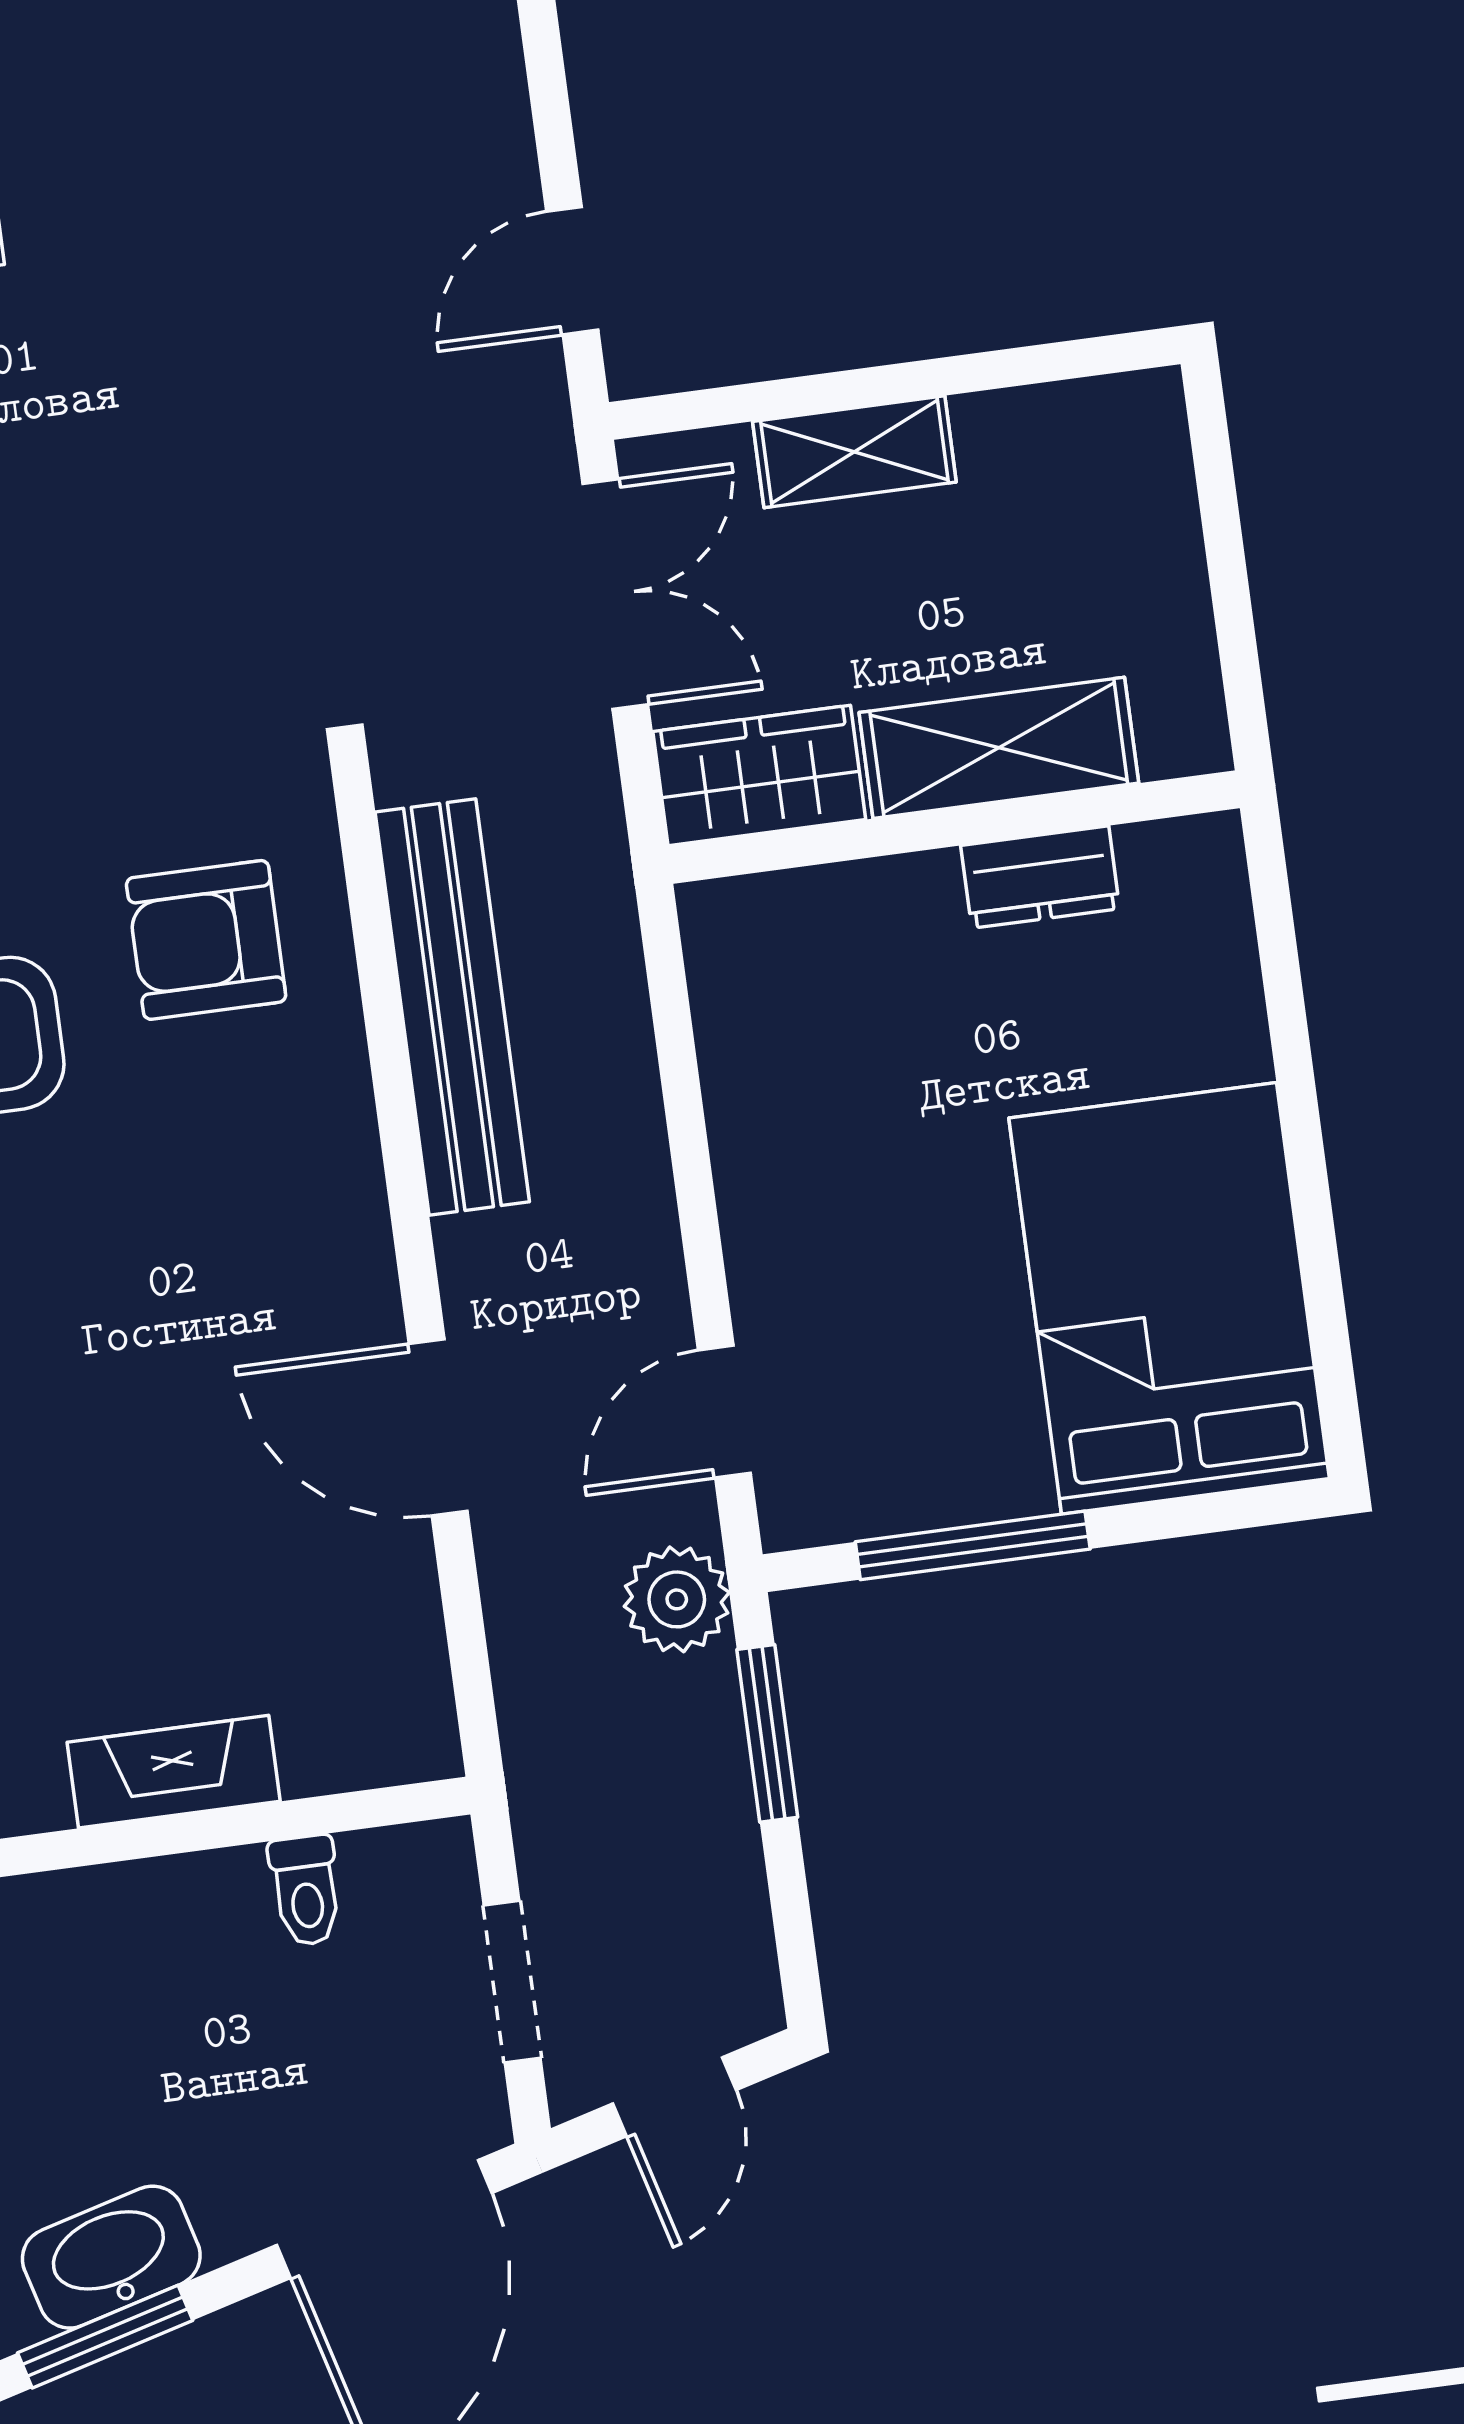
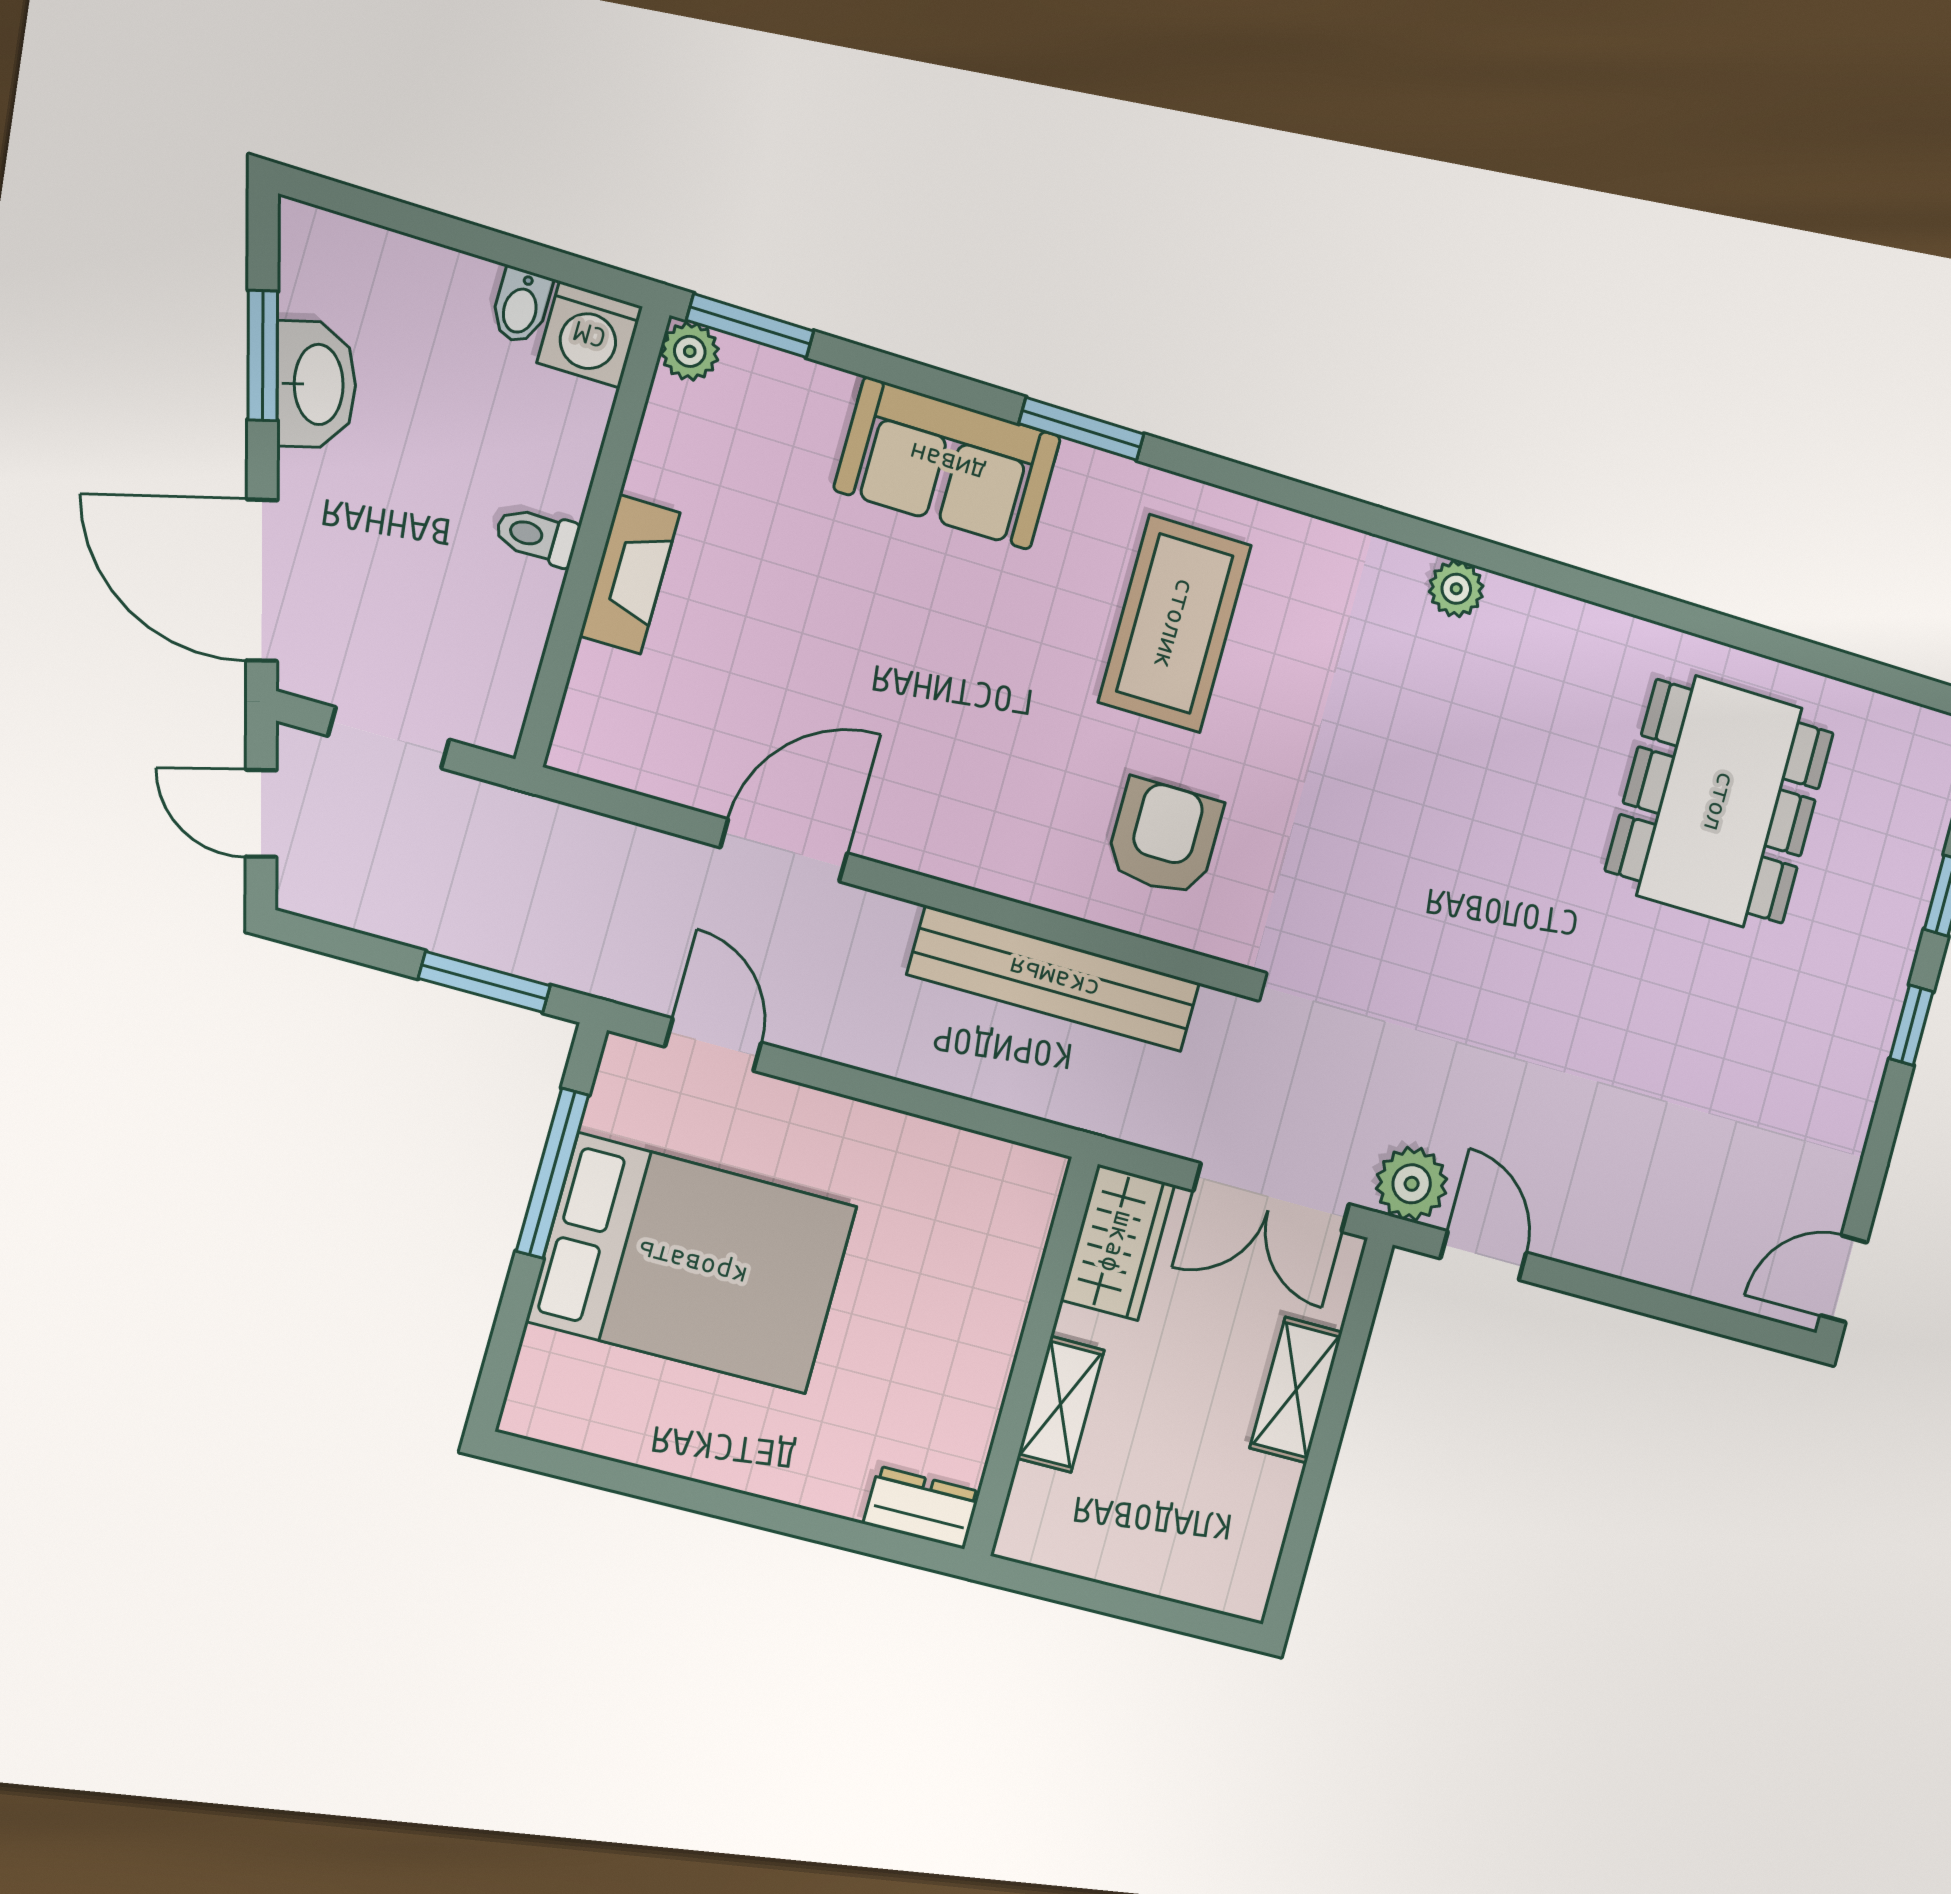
shelving: (999, 748) -> (1061, 1404), width x0.67, depth x0.75
dresser: (1040, 877) -> (922, 1508), moved, turned 90
bed: (1169, 1298) -> (692, 1264), moved
plant: (677, 1599) -> (1412, 1184), moved
toilet: (306, 1890) -> (537, 536), moved

